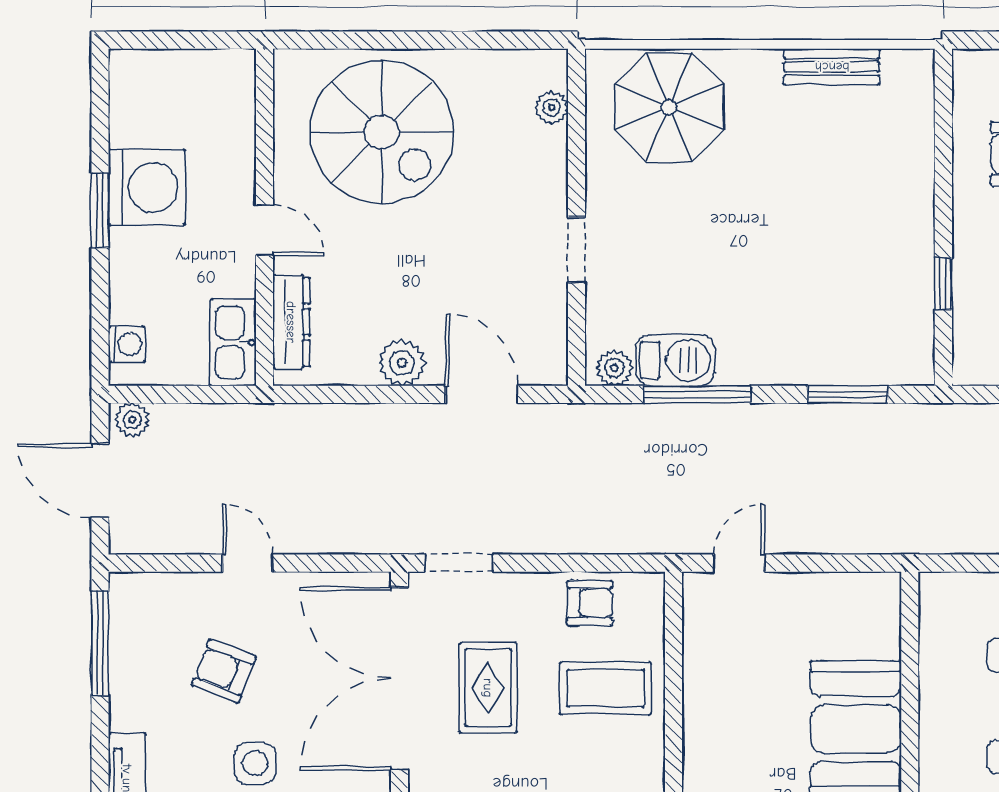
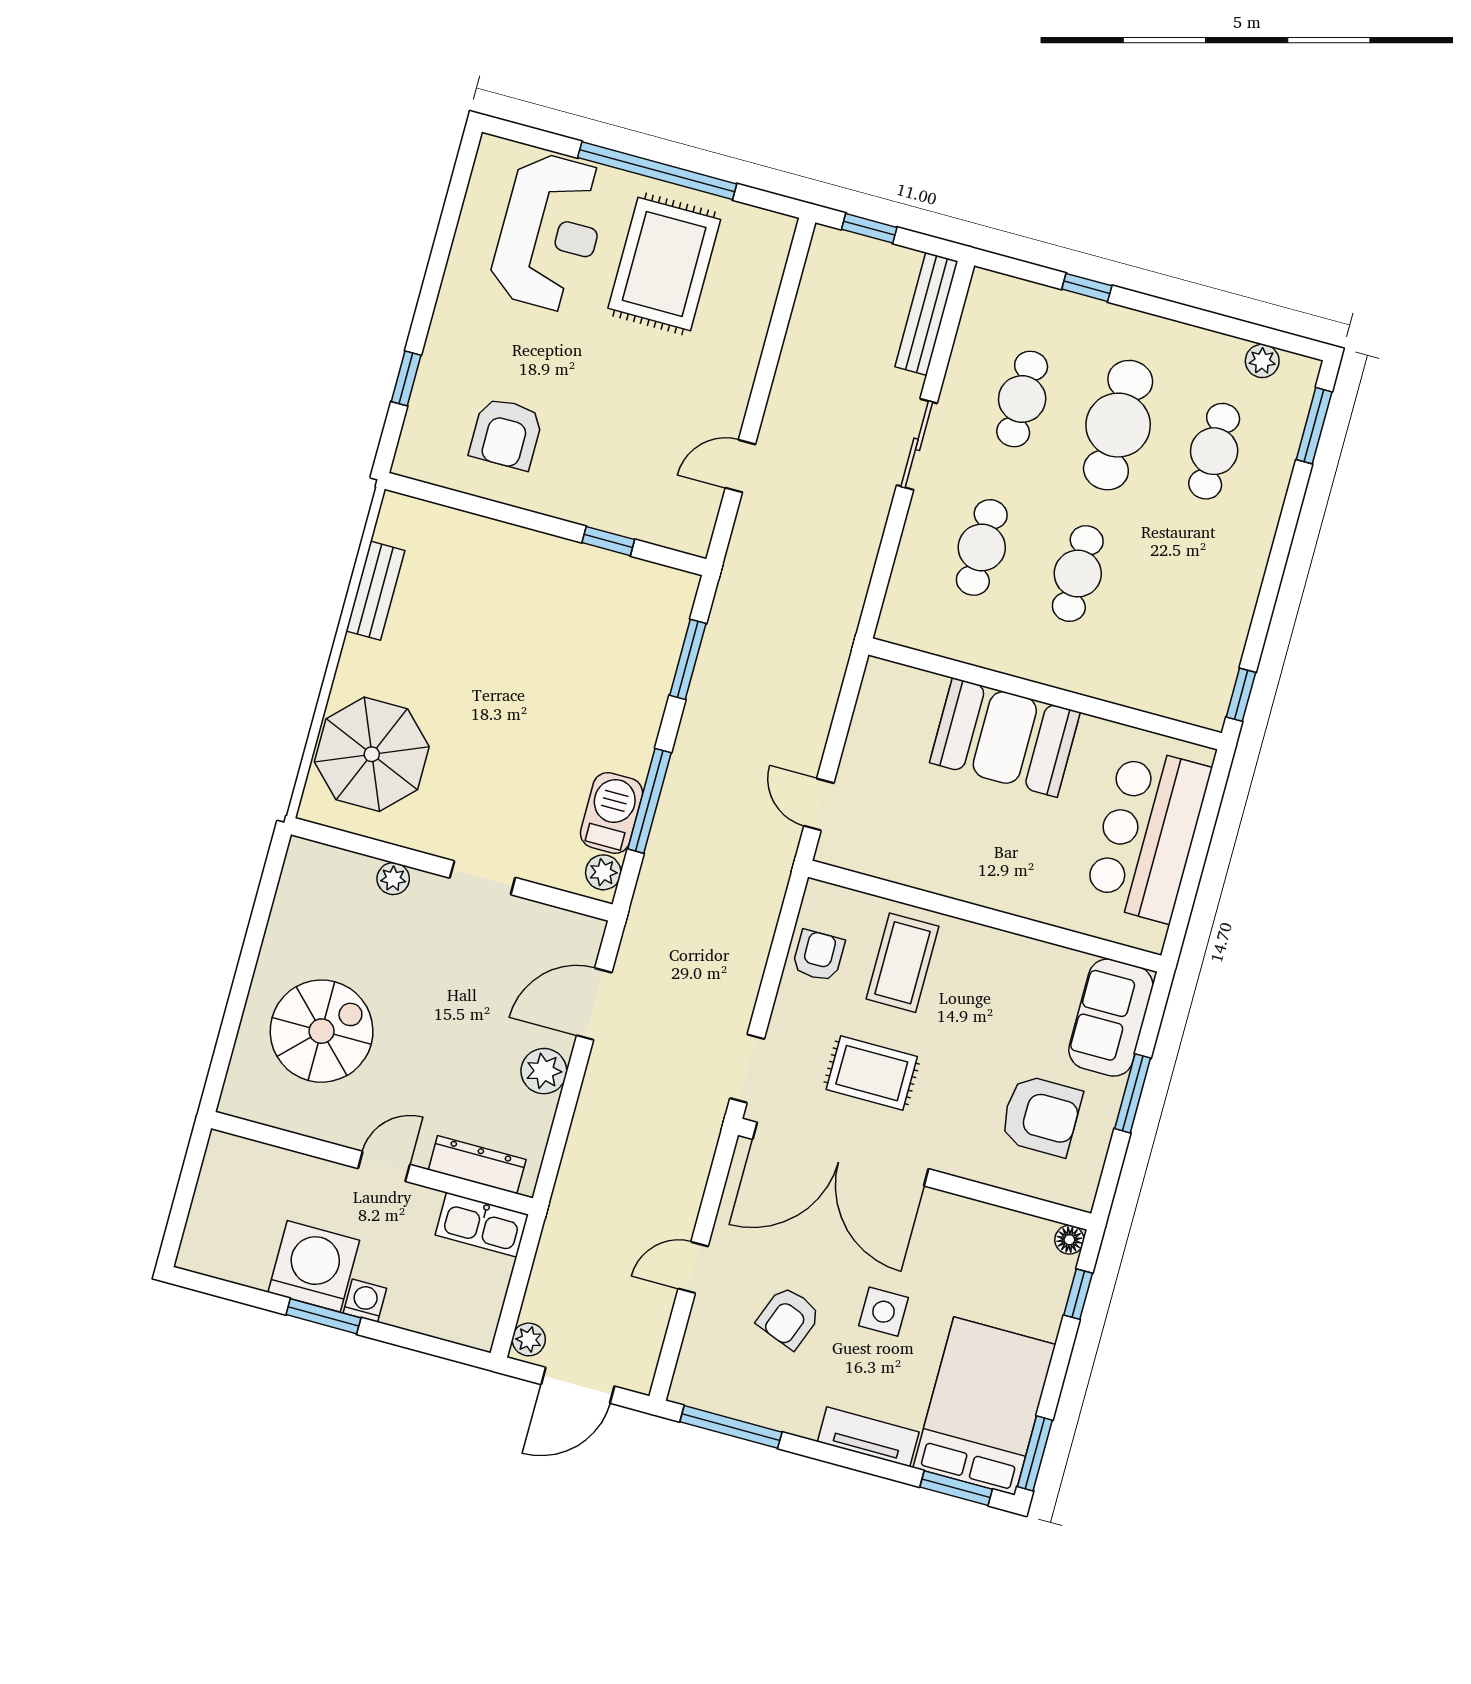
plant: (552, 108) -> (393, 879), moved
spiral stairs: (382, 132) -> (322, 1031), width x0.73, depth x0.73
washing machine: (127, 344) -> (365, 1301), moved

